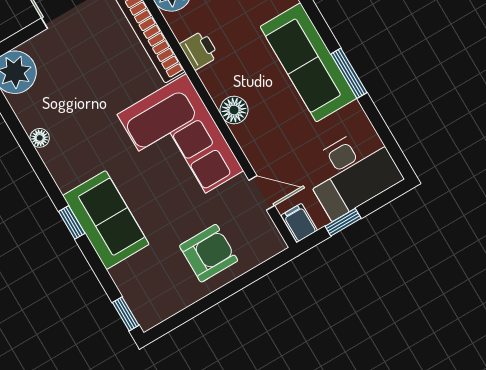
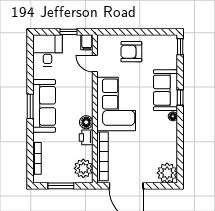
window: (349, 73) -> (30, 106), moved
floor lamp: (234, 110) -> (86, 122), moved
floor lamp: (40, 138) -> (173, 116), moved
desk: (352, 172) -> (48, 50), width x0.73

